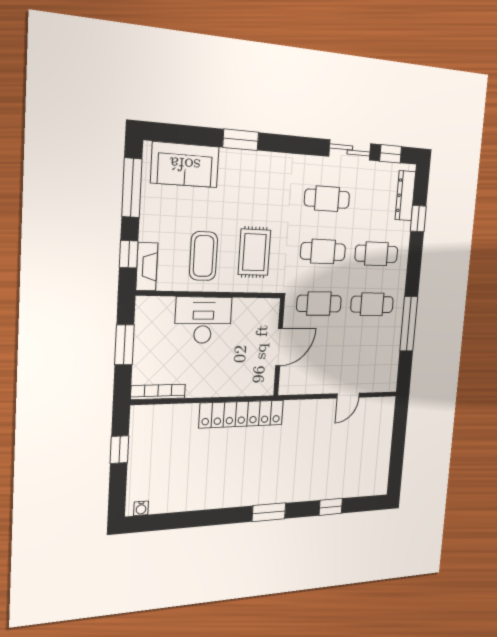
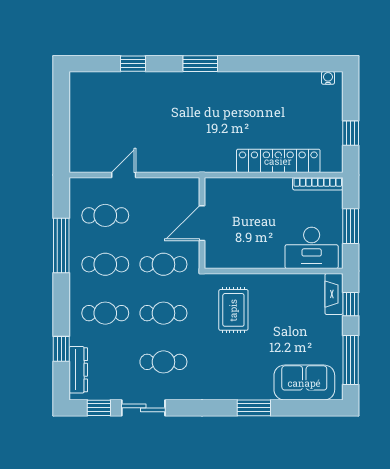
coffee table: (204, 256) -> (282, 305), removed
desk: (203, 320) -> (312, 248), moved
cafe table: (368, 354) -> (105, 215), added
locker: (242, 414) -> (278, 161), moved

